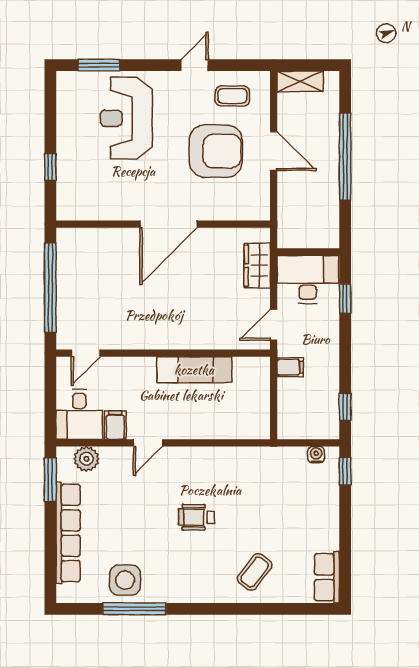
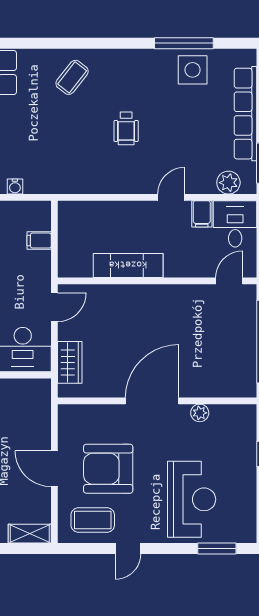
coffee table: (232, 96) -> (93, 520), width x1.36, depth x1.30
plant: (117, 211) -> (200, 413), added
filing cabinet: (290, 367) -> (39, 241), moved
wheelchair: (196, 517) -> (126, 128), turned 90

